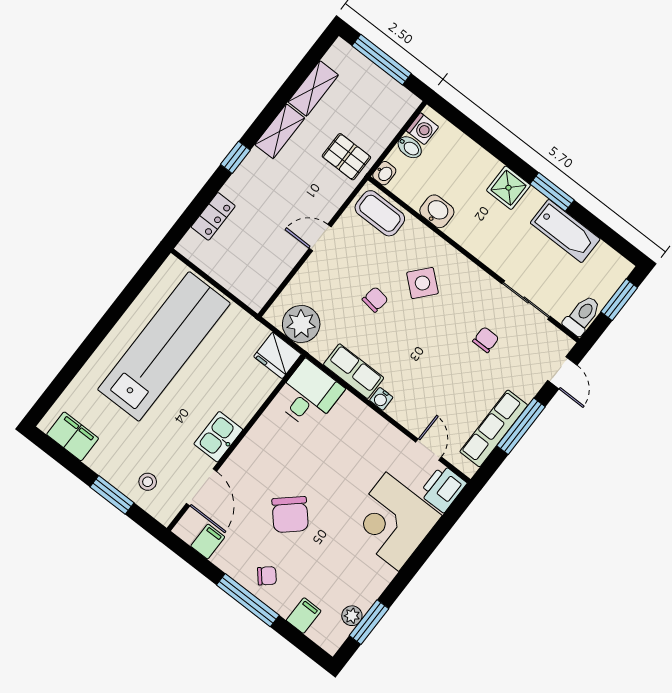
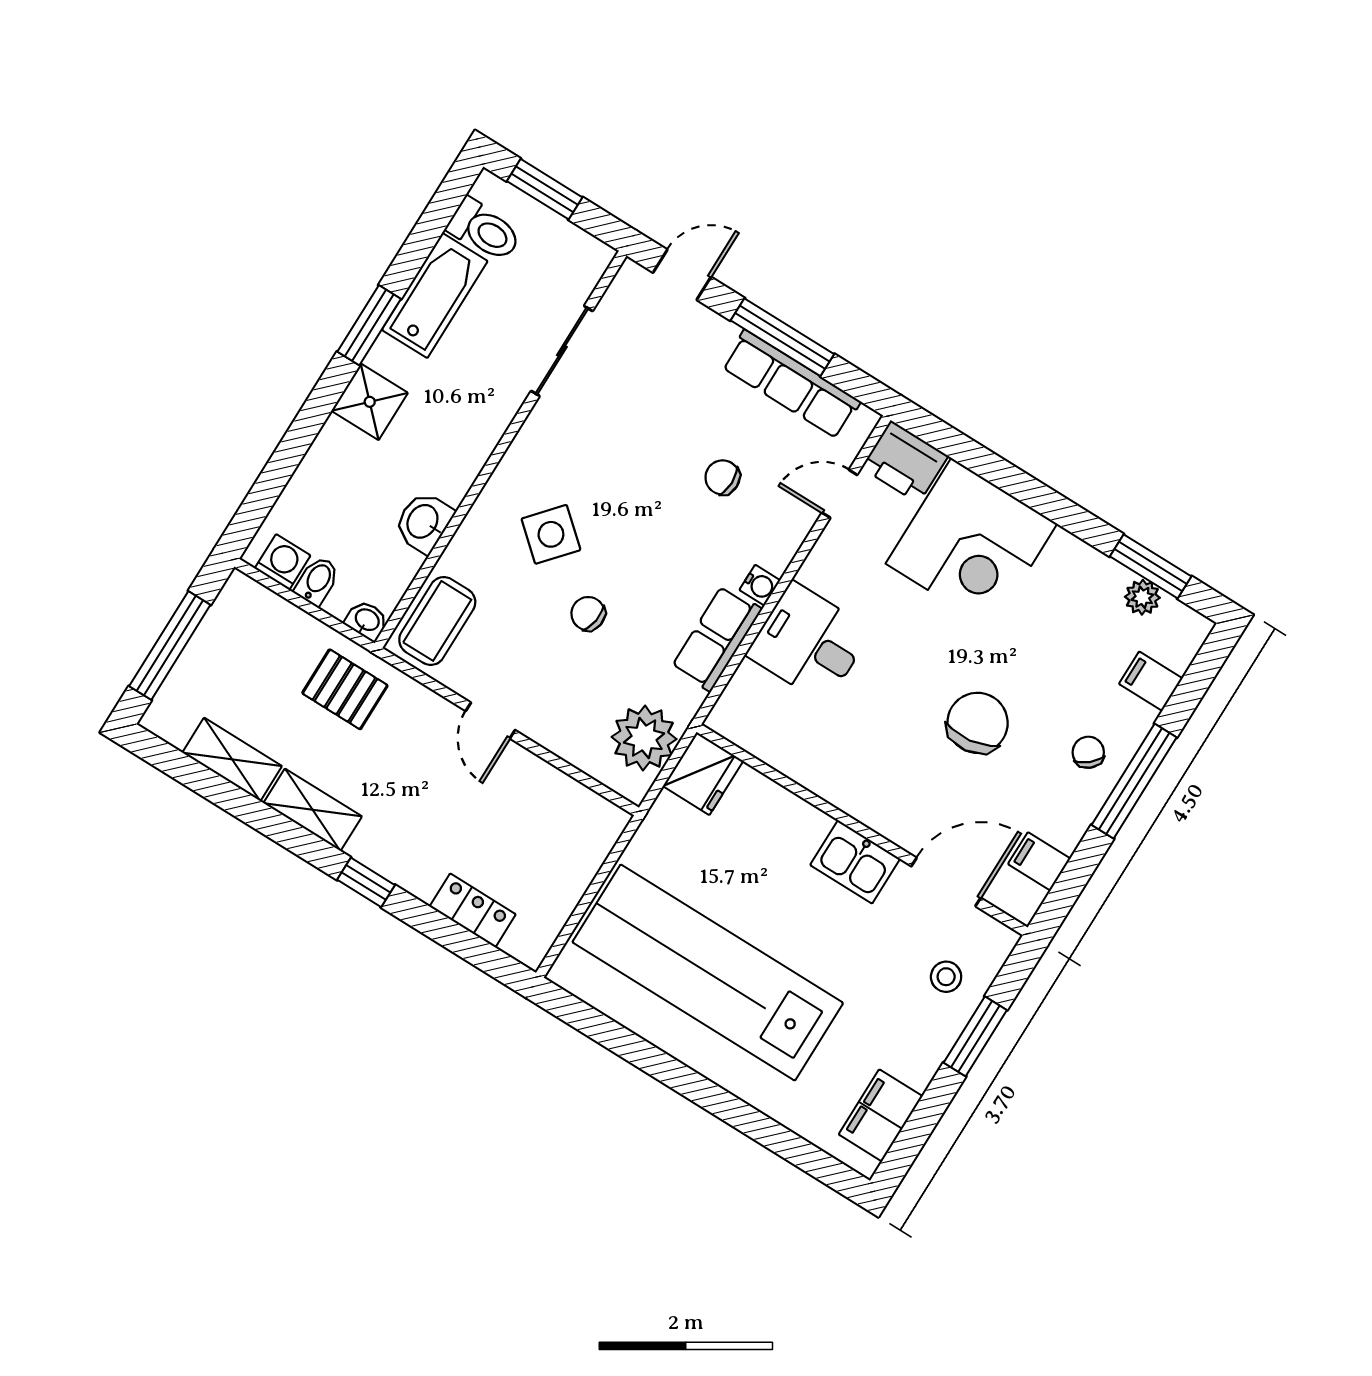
pallet: (346, 157) -> (345, 689), turned 90
toilet: (582, 315) -> (484, 230), moved, turned 180
chair: (486, 340) -> (723, 477), moved
desk: (309, 395) -> (809, 643), moved
chair: (290, 515) -> (978, 723), turned -56

